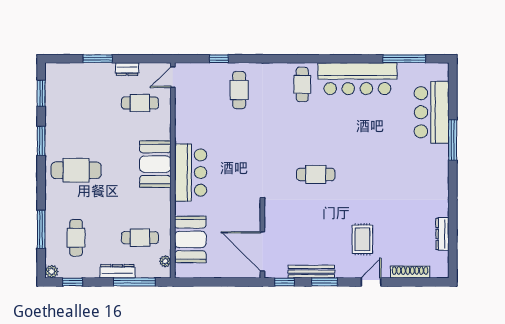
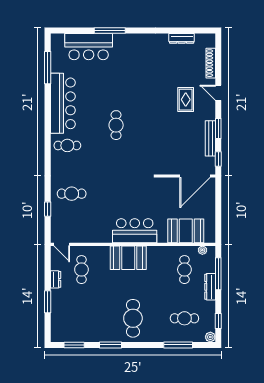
cafe table: (316, 174) -> (116, 125), moved
rug: (362, 239) -> (186, 100), turned 90

